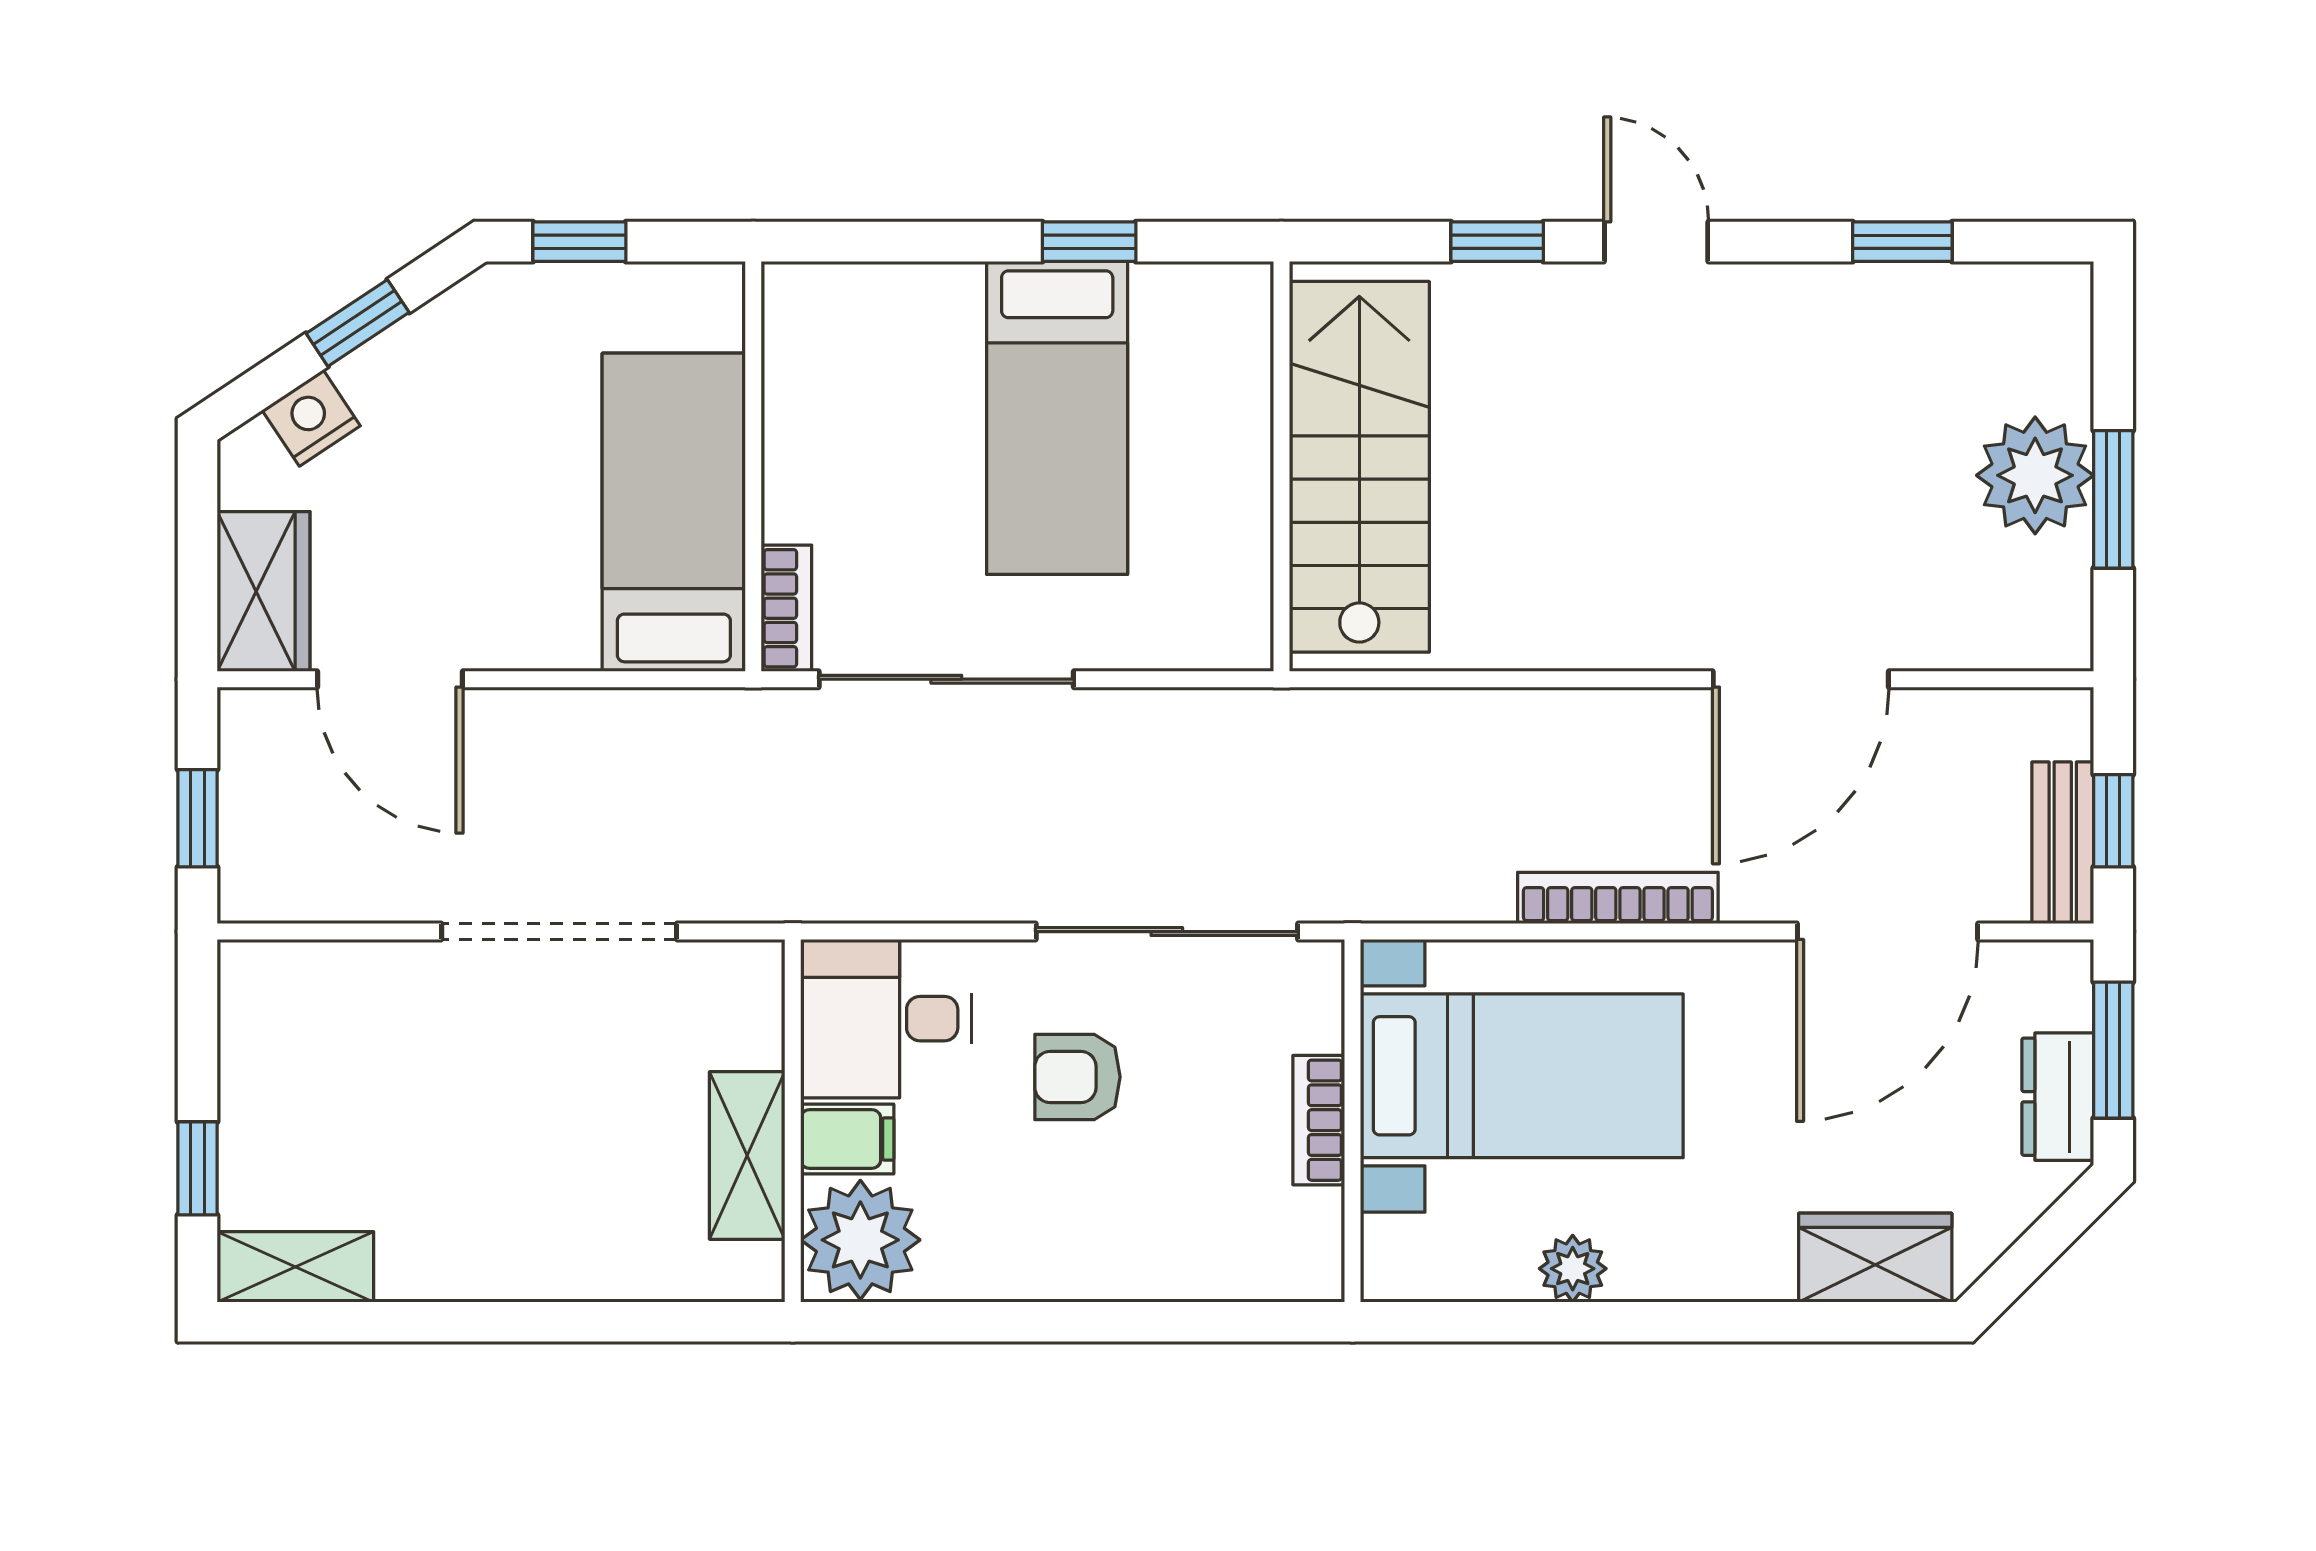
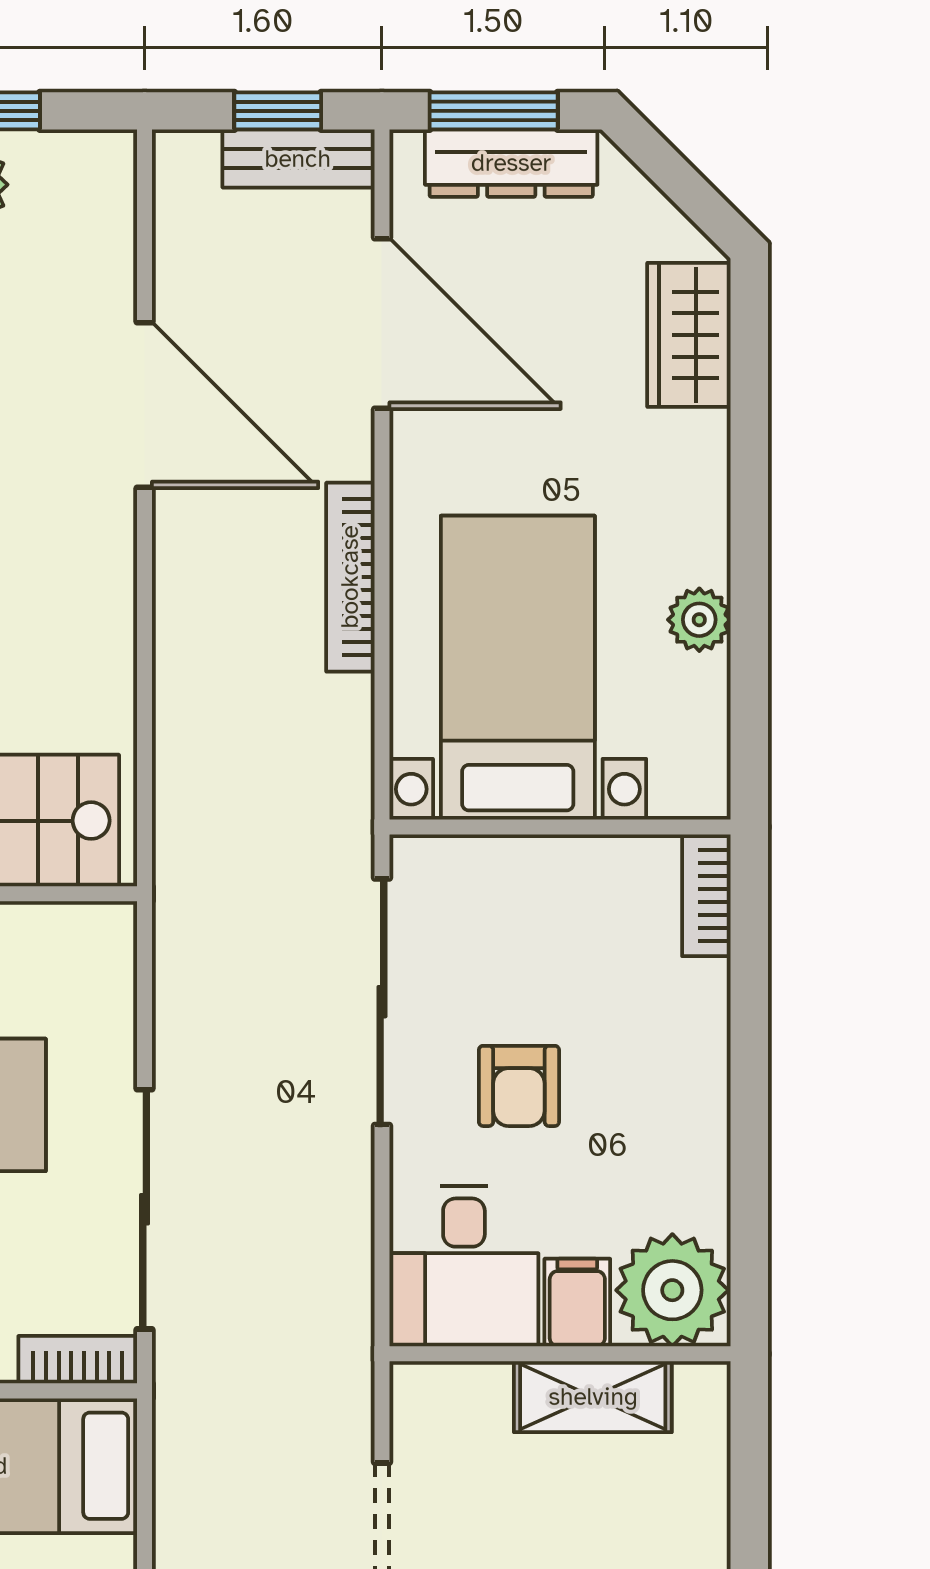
dresser: (2058, 1097) -> (511, 163), width x1.44
bookcase: (1319, 1120) -> (706, 895), moved, turned 90

